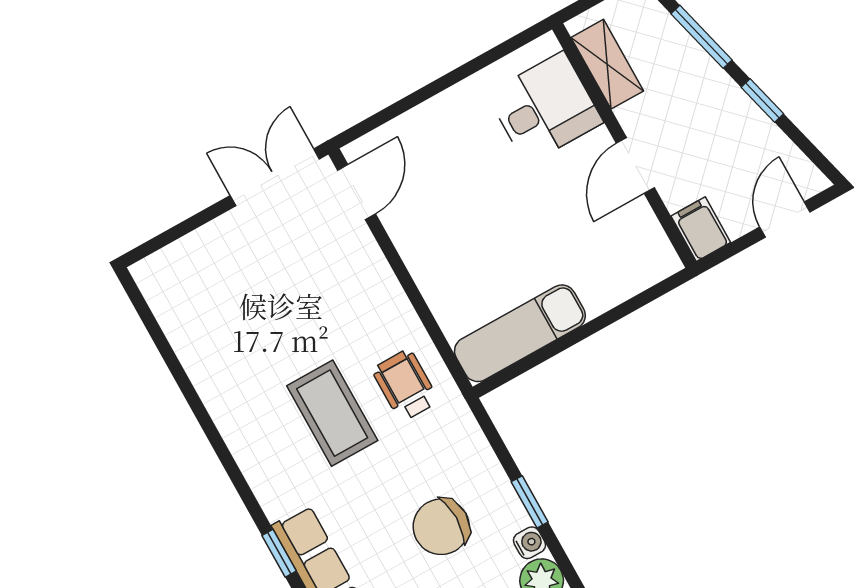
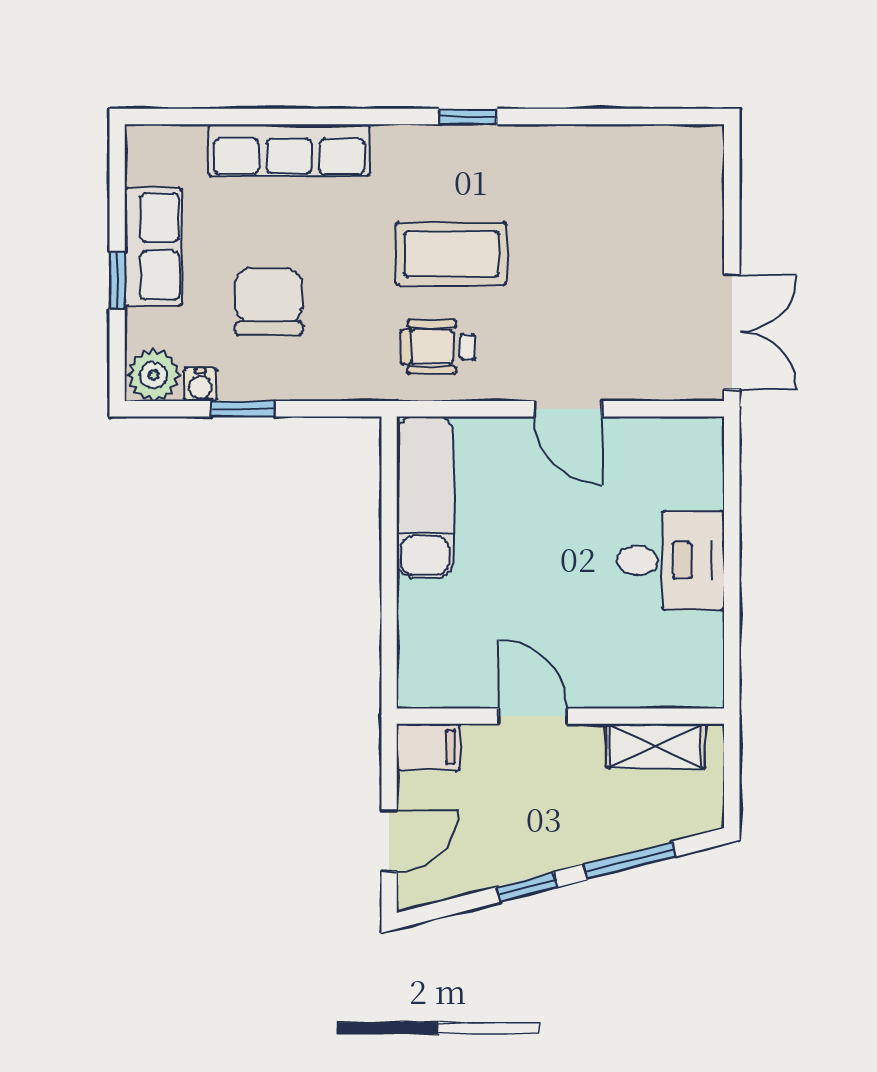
desk: (545, 108) -> (671, 560), moved, turned -90
door: (357, 192) -> (568, 409), moved
door: (785, 219) -> (389, 841), hinge flipped
wheelchair: (405, 385) -> (438, 347), turned 180
window: (279, 553) -> (468, 117), moved

